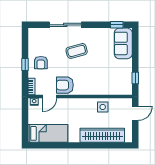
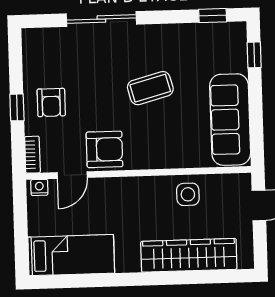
sofa: (123, 43) -> (230, 120), moved, width x1.36
coffee table: (77, 51) -> (150, 88), moved
window: (135, 78) -> (254, 55), moved
armchair: (65, 85) -> (104, 149), turned 180

